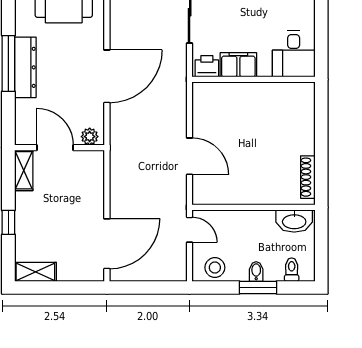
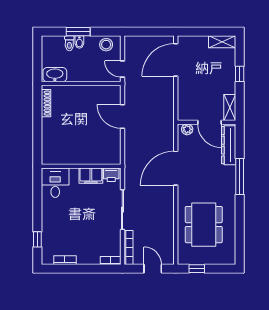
dresser: (25, 67) -> (229, 145), moved
toilet: (292, 270) -> (69, 43), moved

